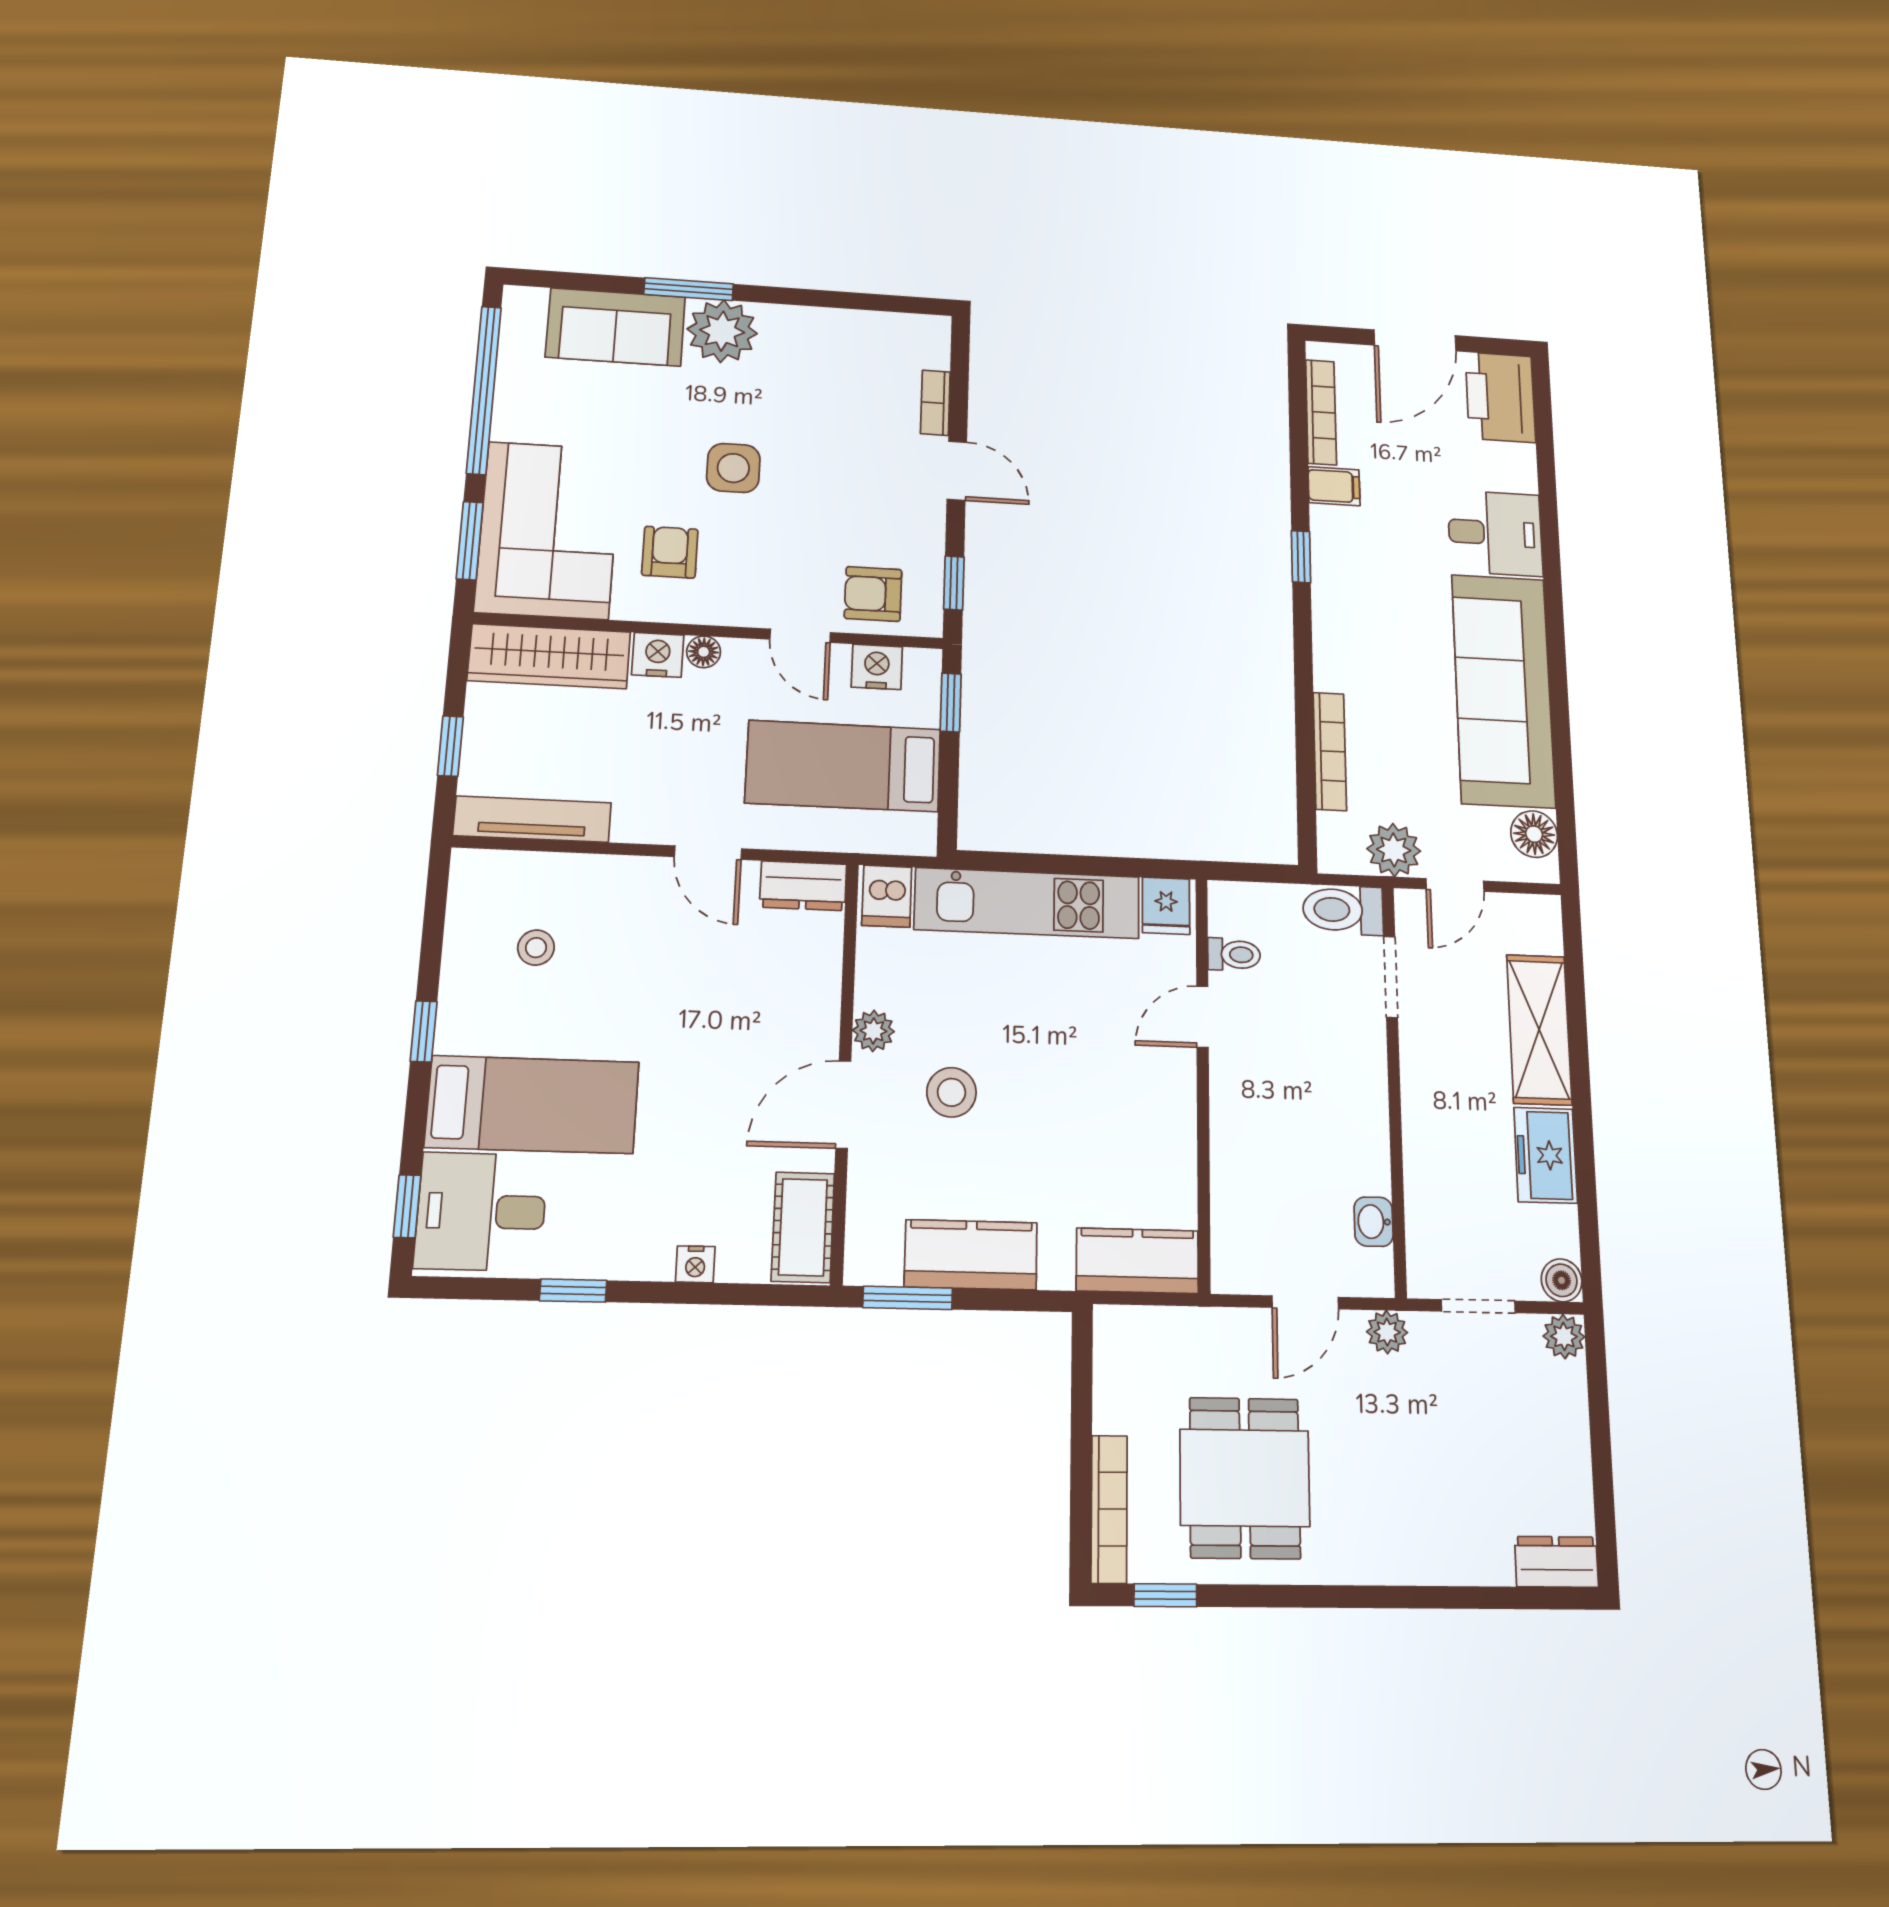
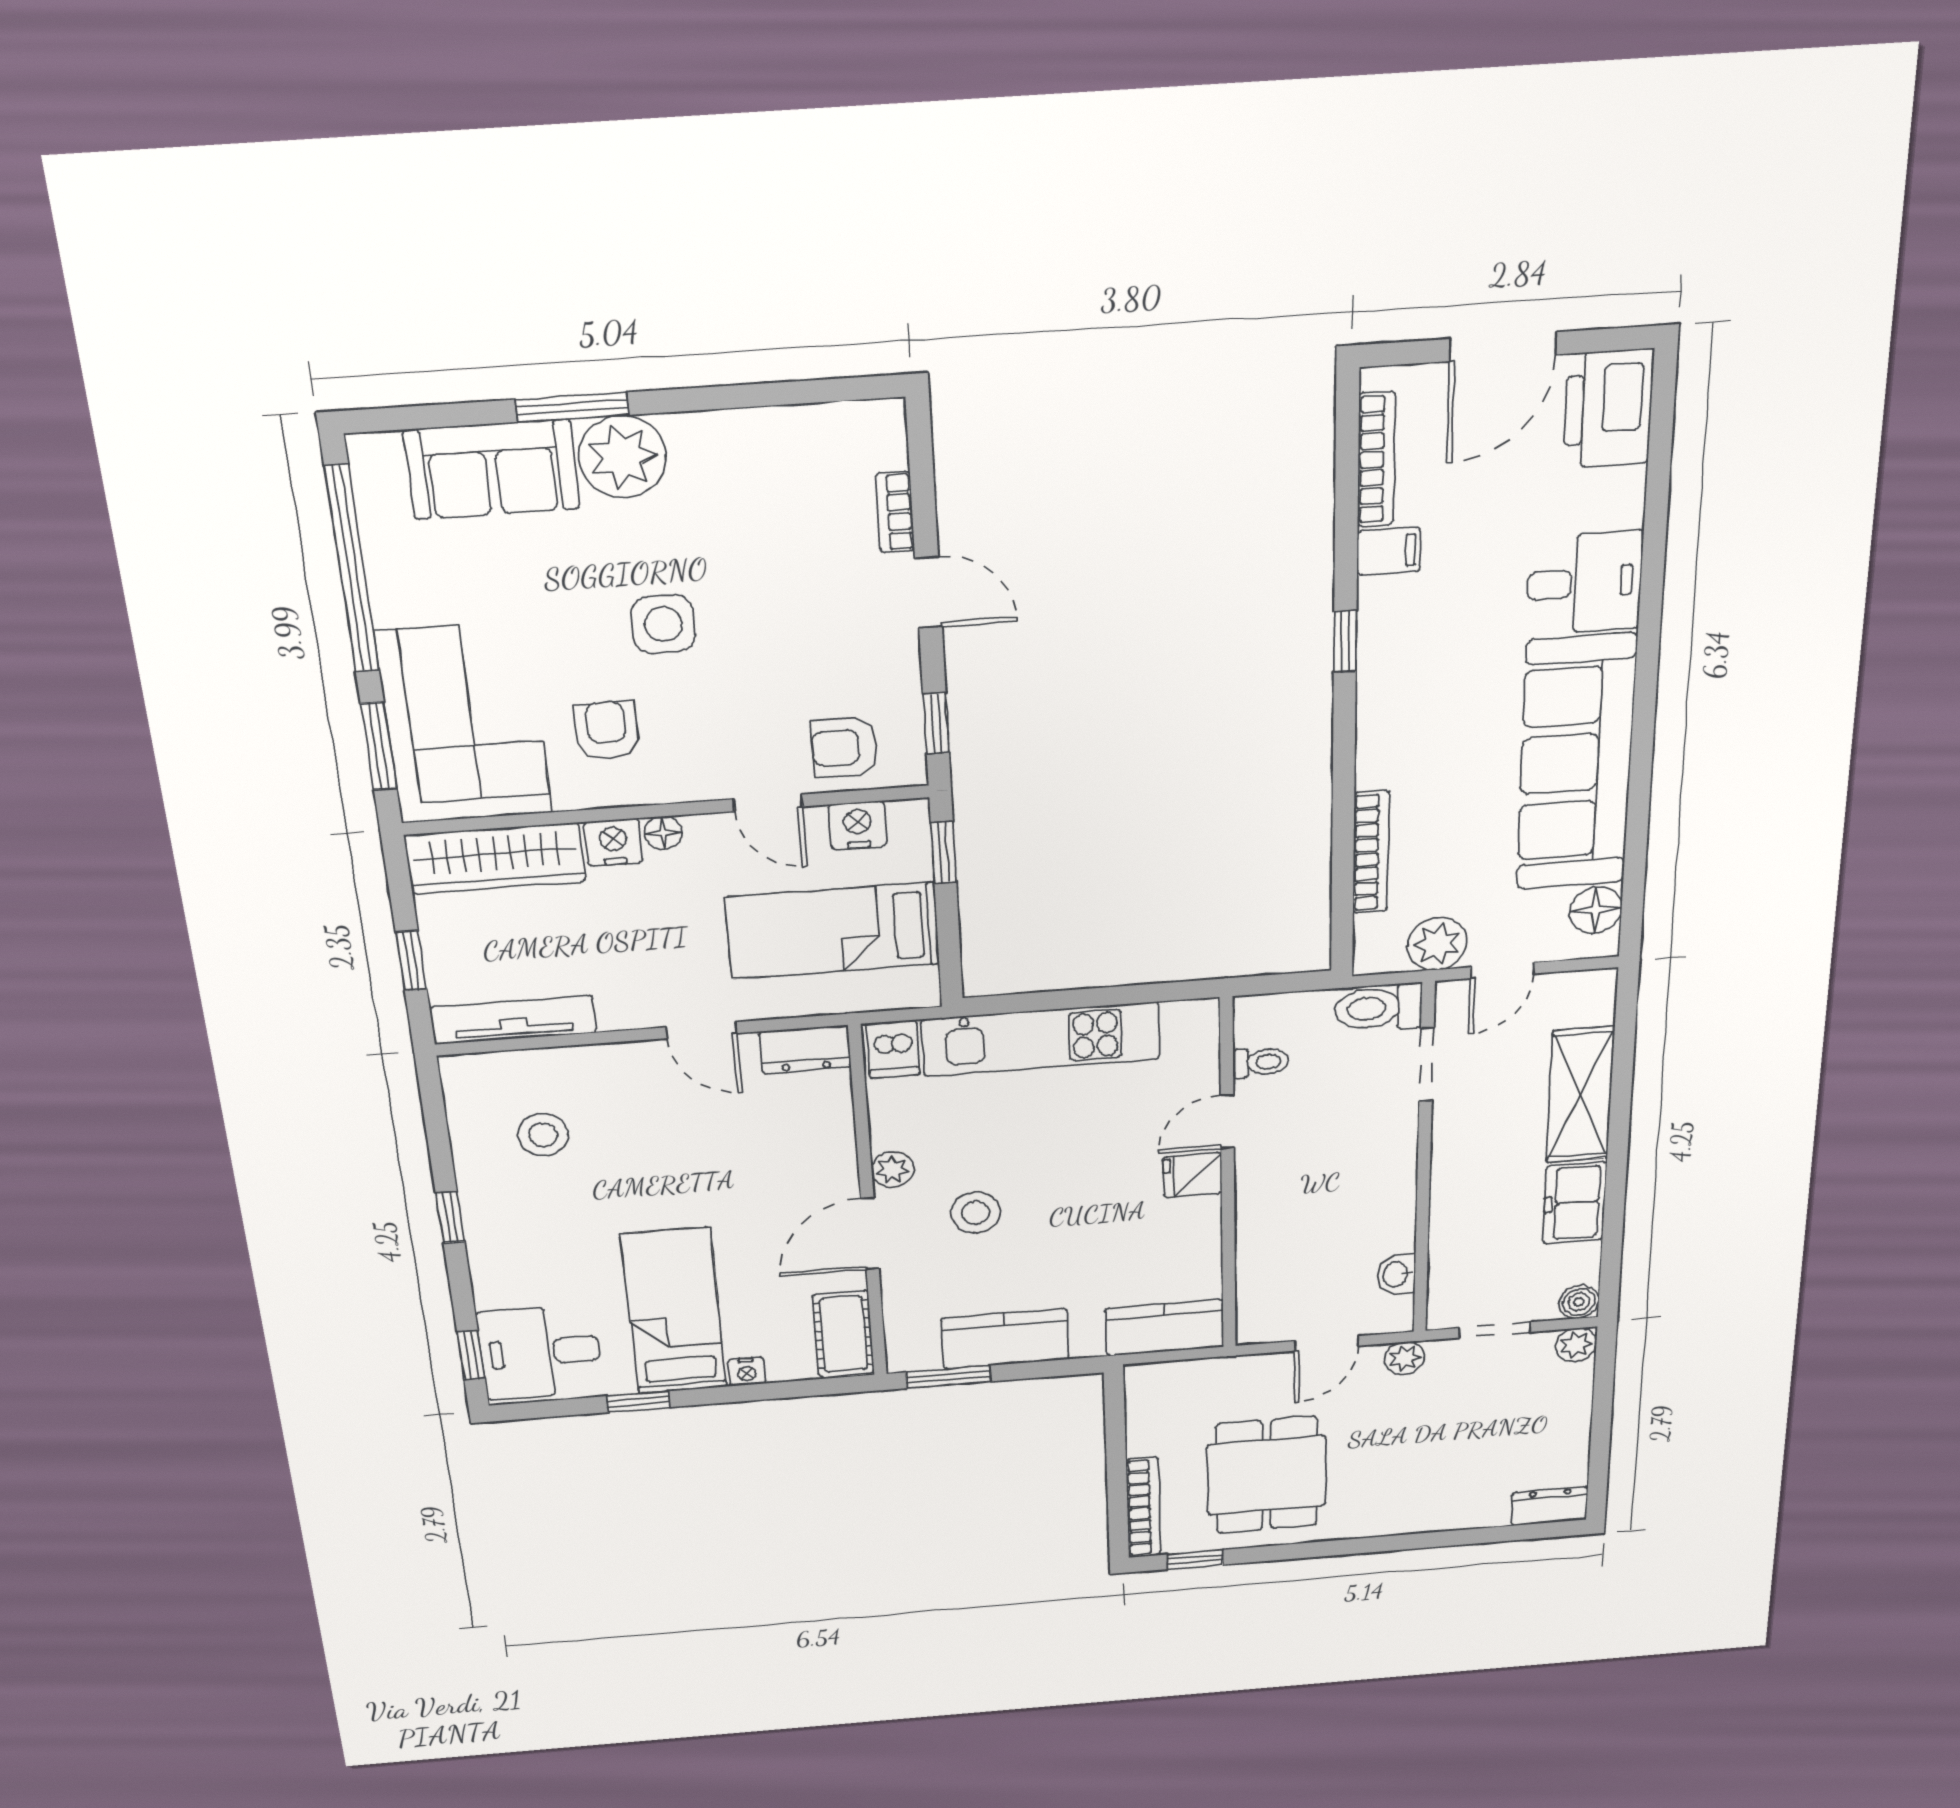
fridge: (1166, 906) -> (1193, 1175), moved, turned 90
stool: (536, 948) -> (543, 1135), width x1.37, depth x1.37
bed: (532, 1105) -> (674, 1311), moved, turned -90

